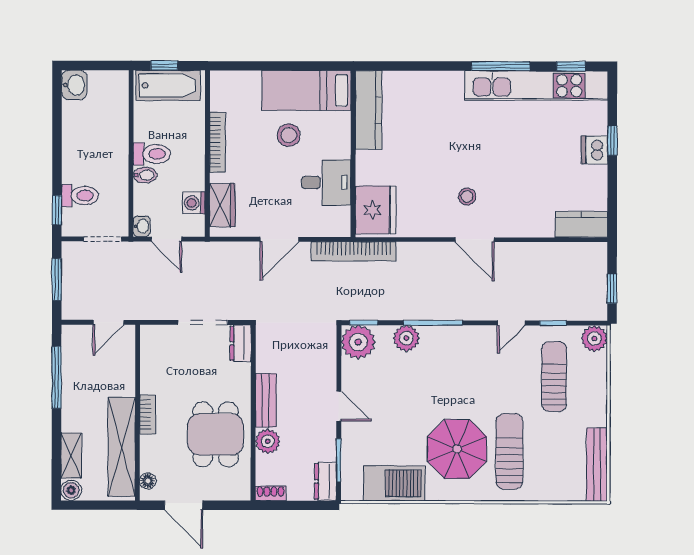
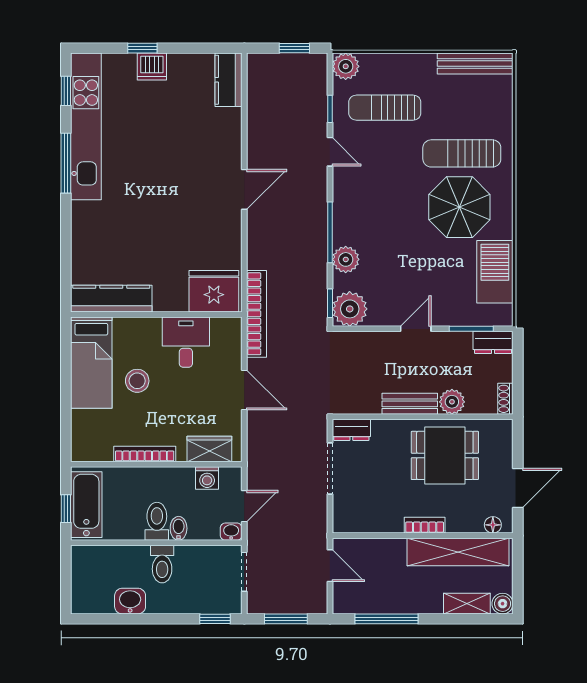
washbasin: (74, 85) -> (130, 601), moved
toilet: (80, 196) -> (162, 564), moved, turned 180
stool: (467, 197) -> (200, 197), removed

